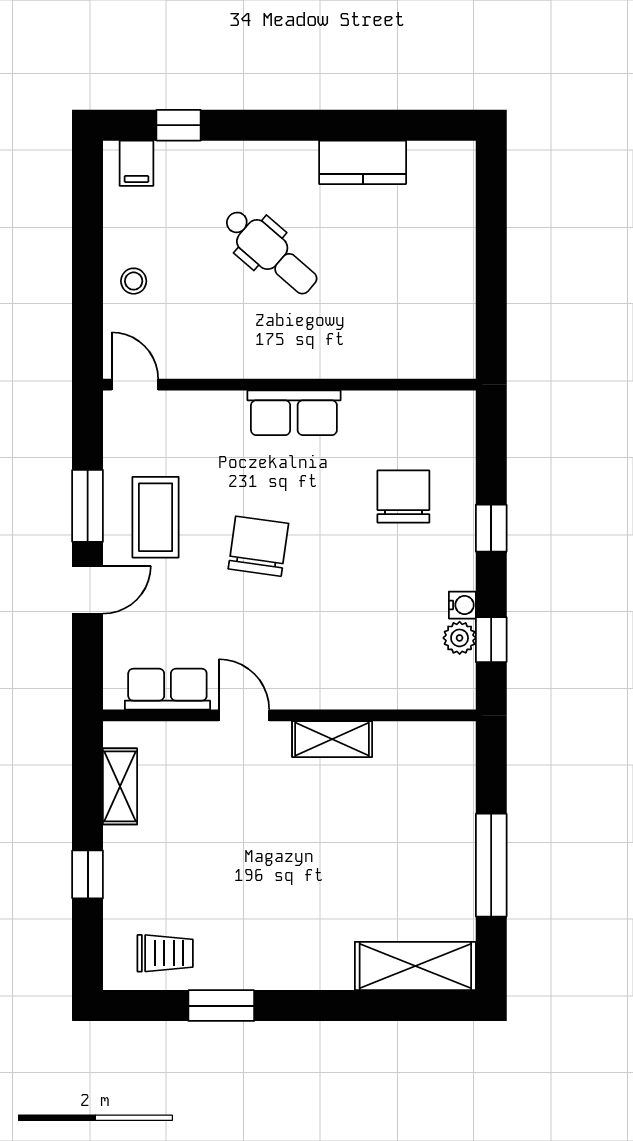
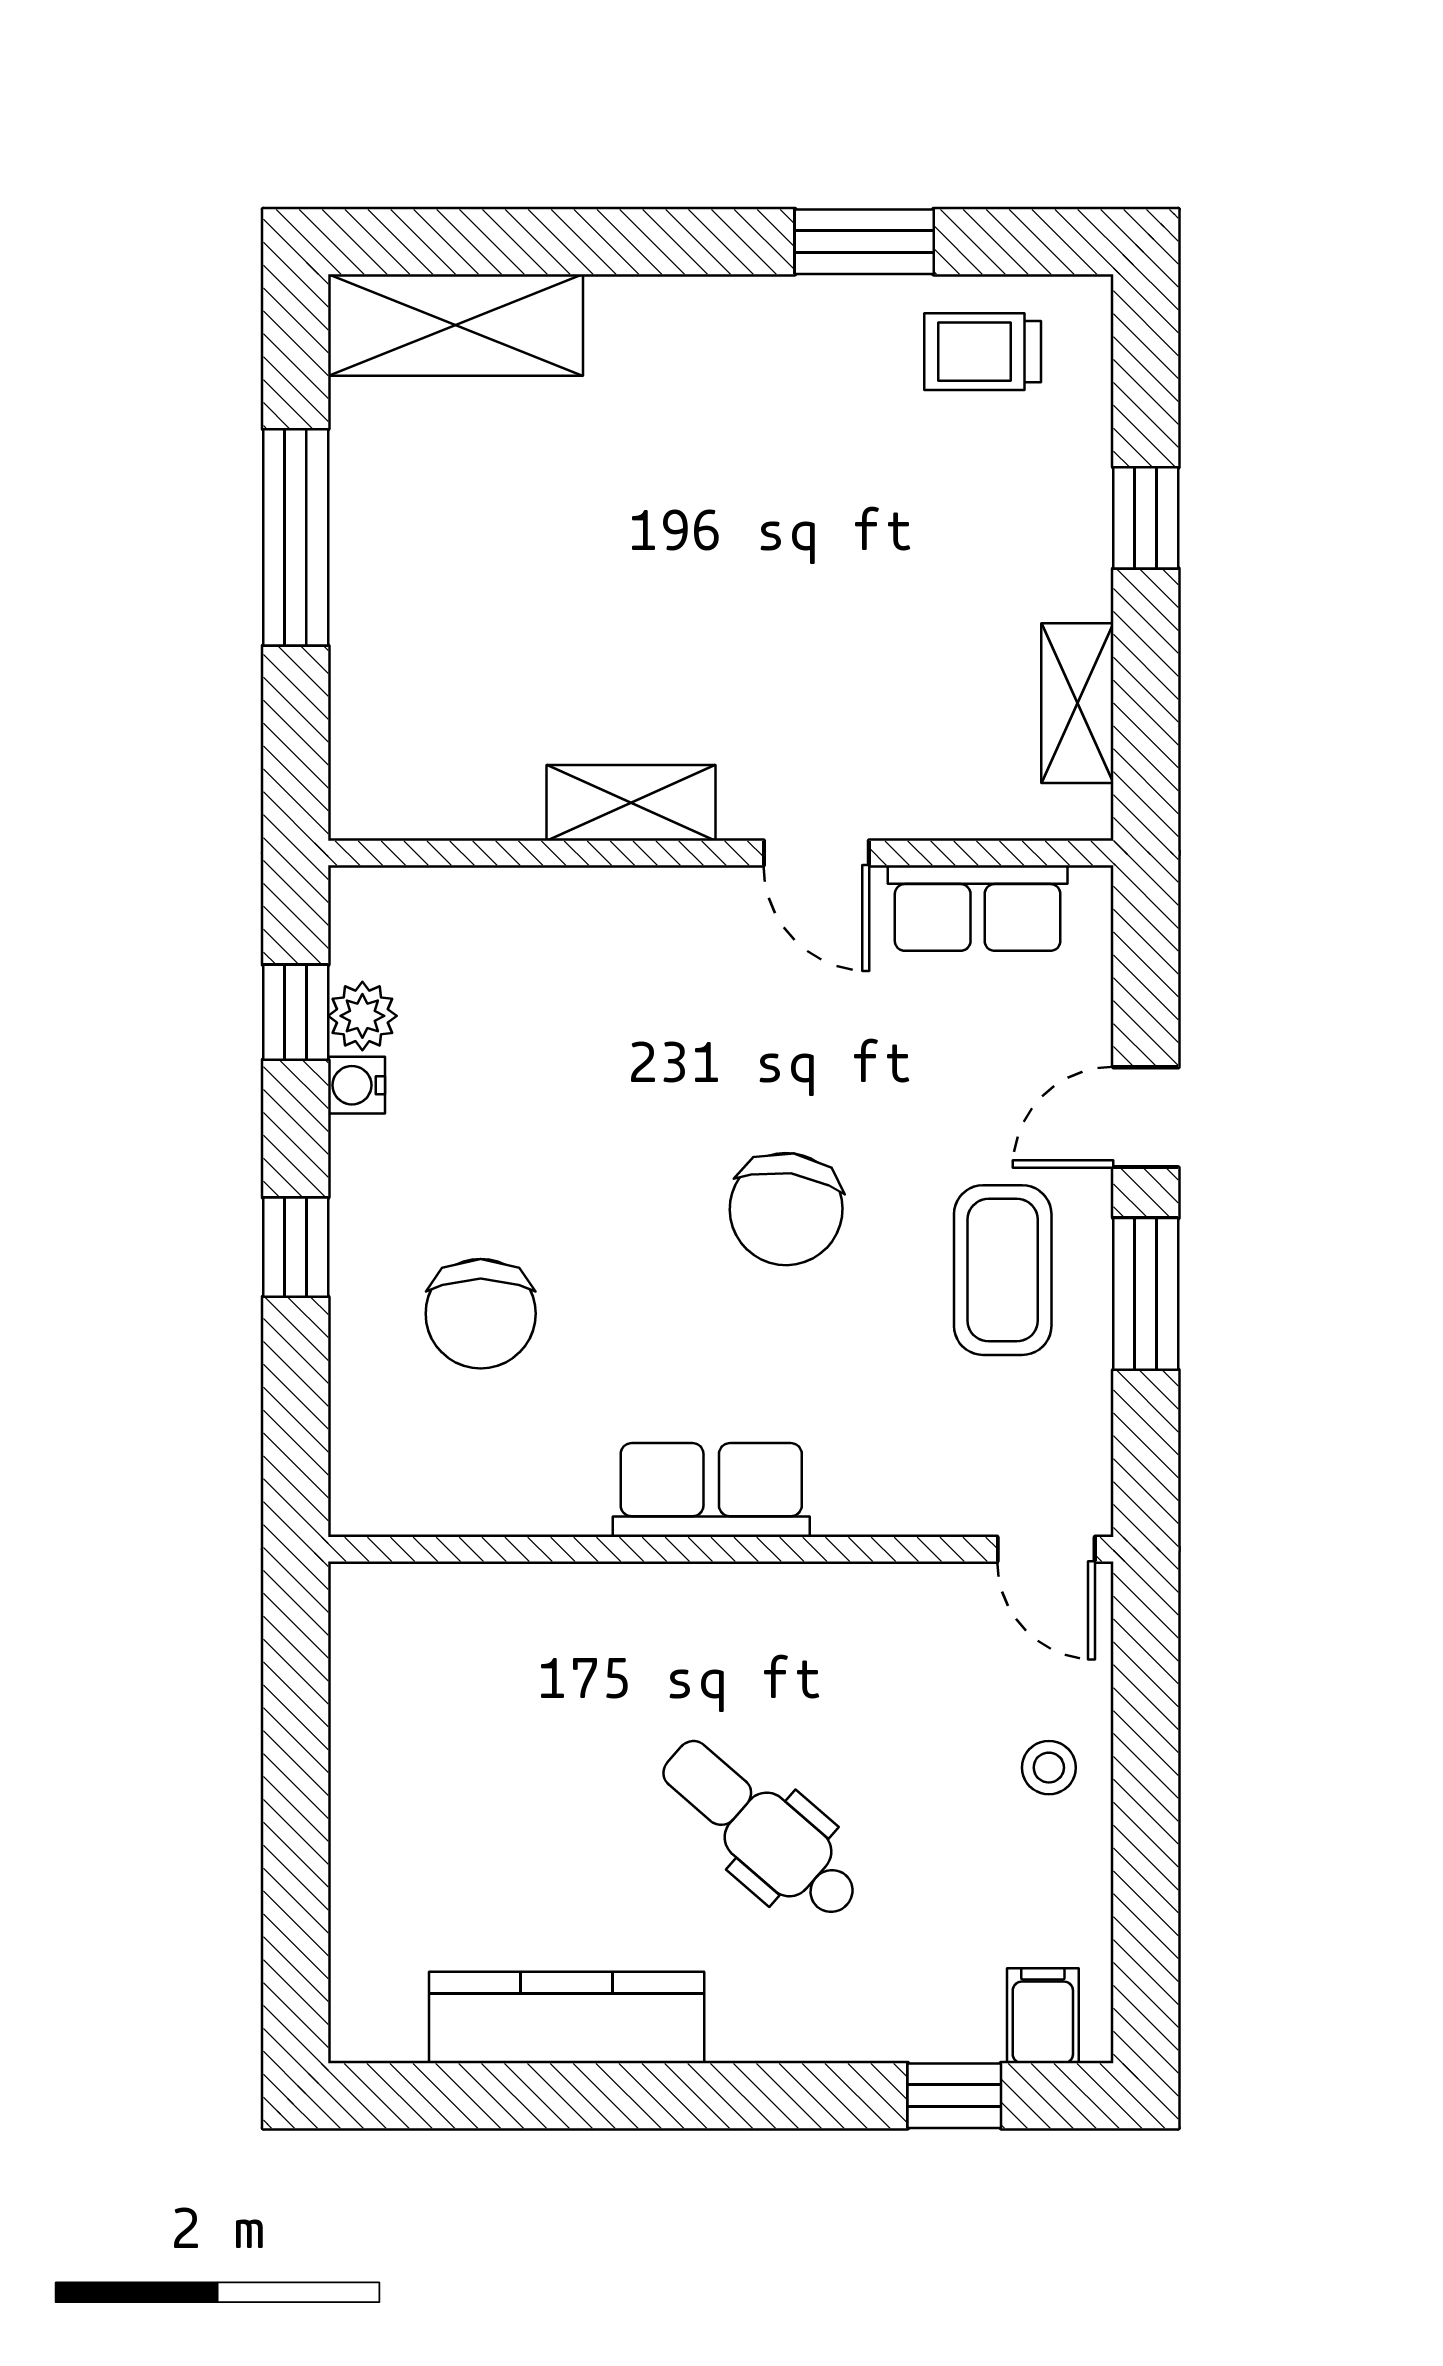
kitchen counter: (363, 162) -> (567, 2017), width x1.50

